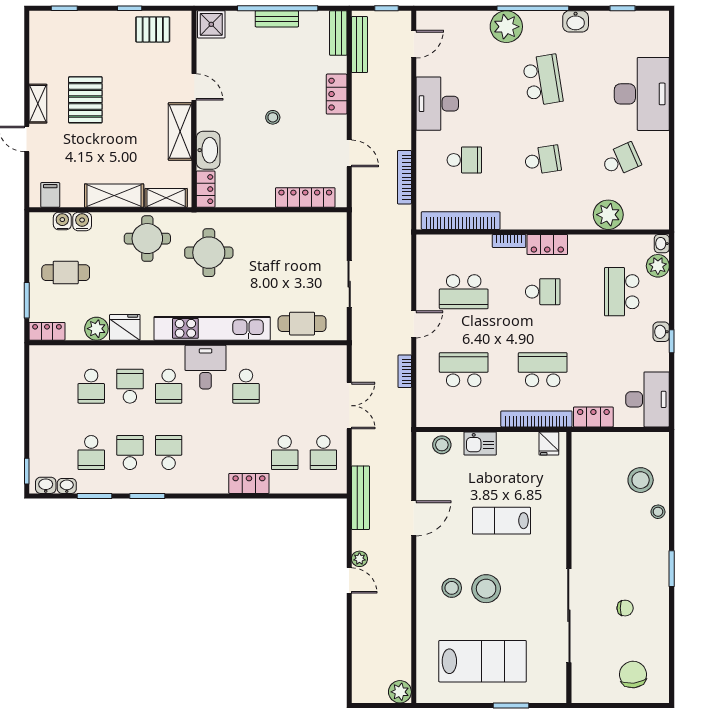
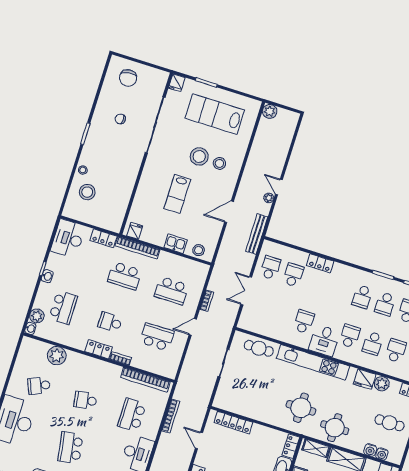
school desk: (464, 160) -> (132, 415), width x1.85
lab bench: (502, 521) -> (177, 194), turned 90
fridge: (556, 691) -> (177, 83), added

